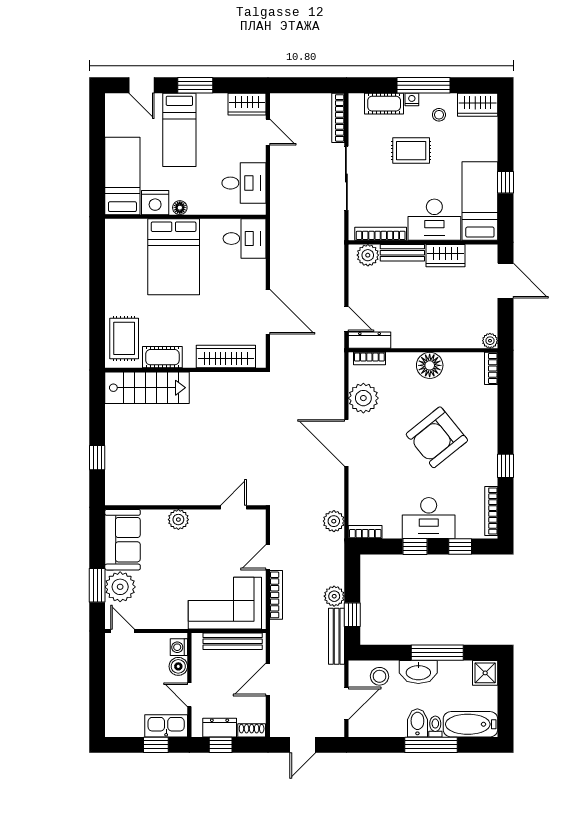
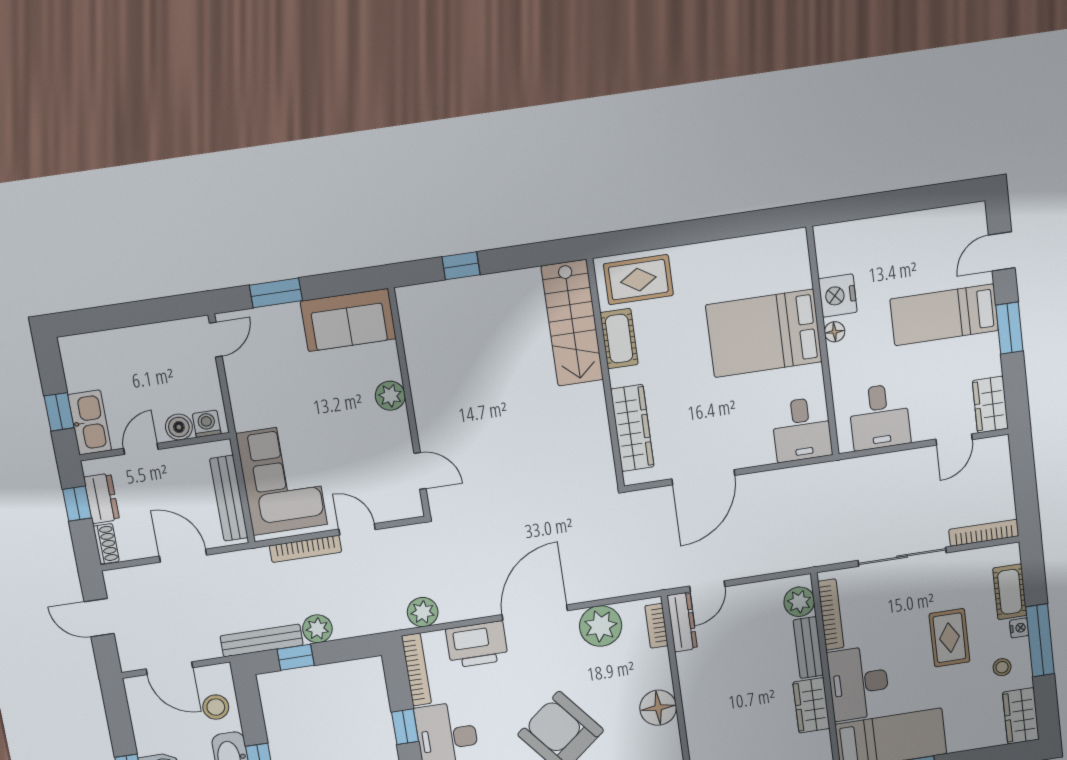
bed: (122, 176) -> (870, 243), removed
printer: (363, 487) -> (477, 645), added
bookcase: (365, 532) -> (416, 670), width x1.56
plant: (120, 587) -> (279, 327), removed

